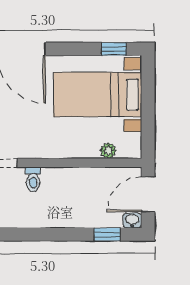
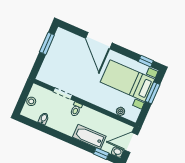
window: (148, 97) -> (153, 93), added
bathtub: (75, 215) -> (89, 137), added

